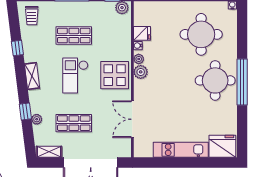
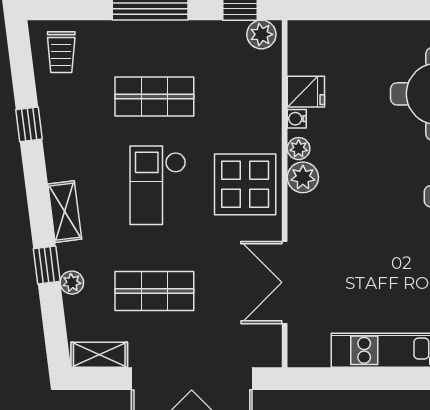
shelving: (32, 76) -> (65, 212), moved

